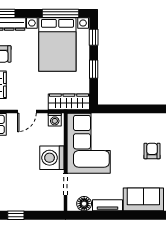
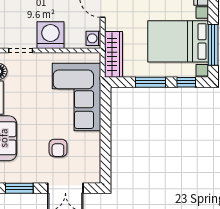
window: (94, 69) -> (150, 82), width x1.50
corner sofa: (89, 143) -> (76, 97), moved, turned 90
armchair: (152, 151) -> (58, 148), turned 90

